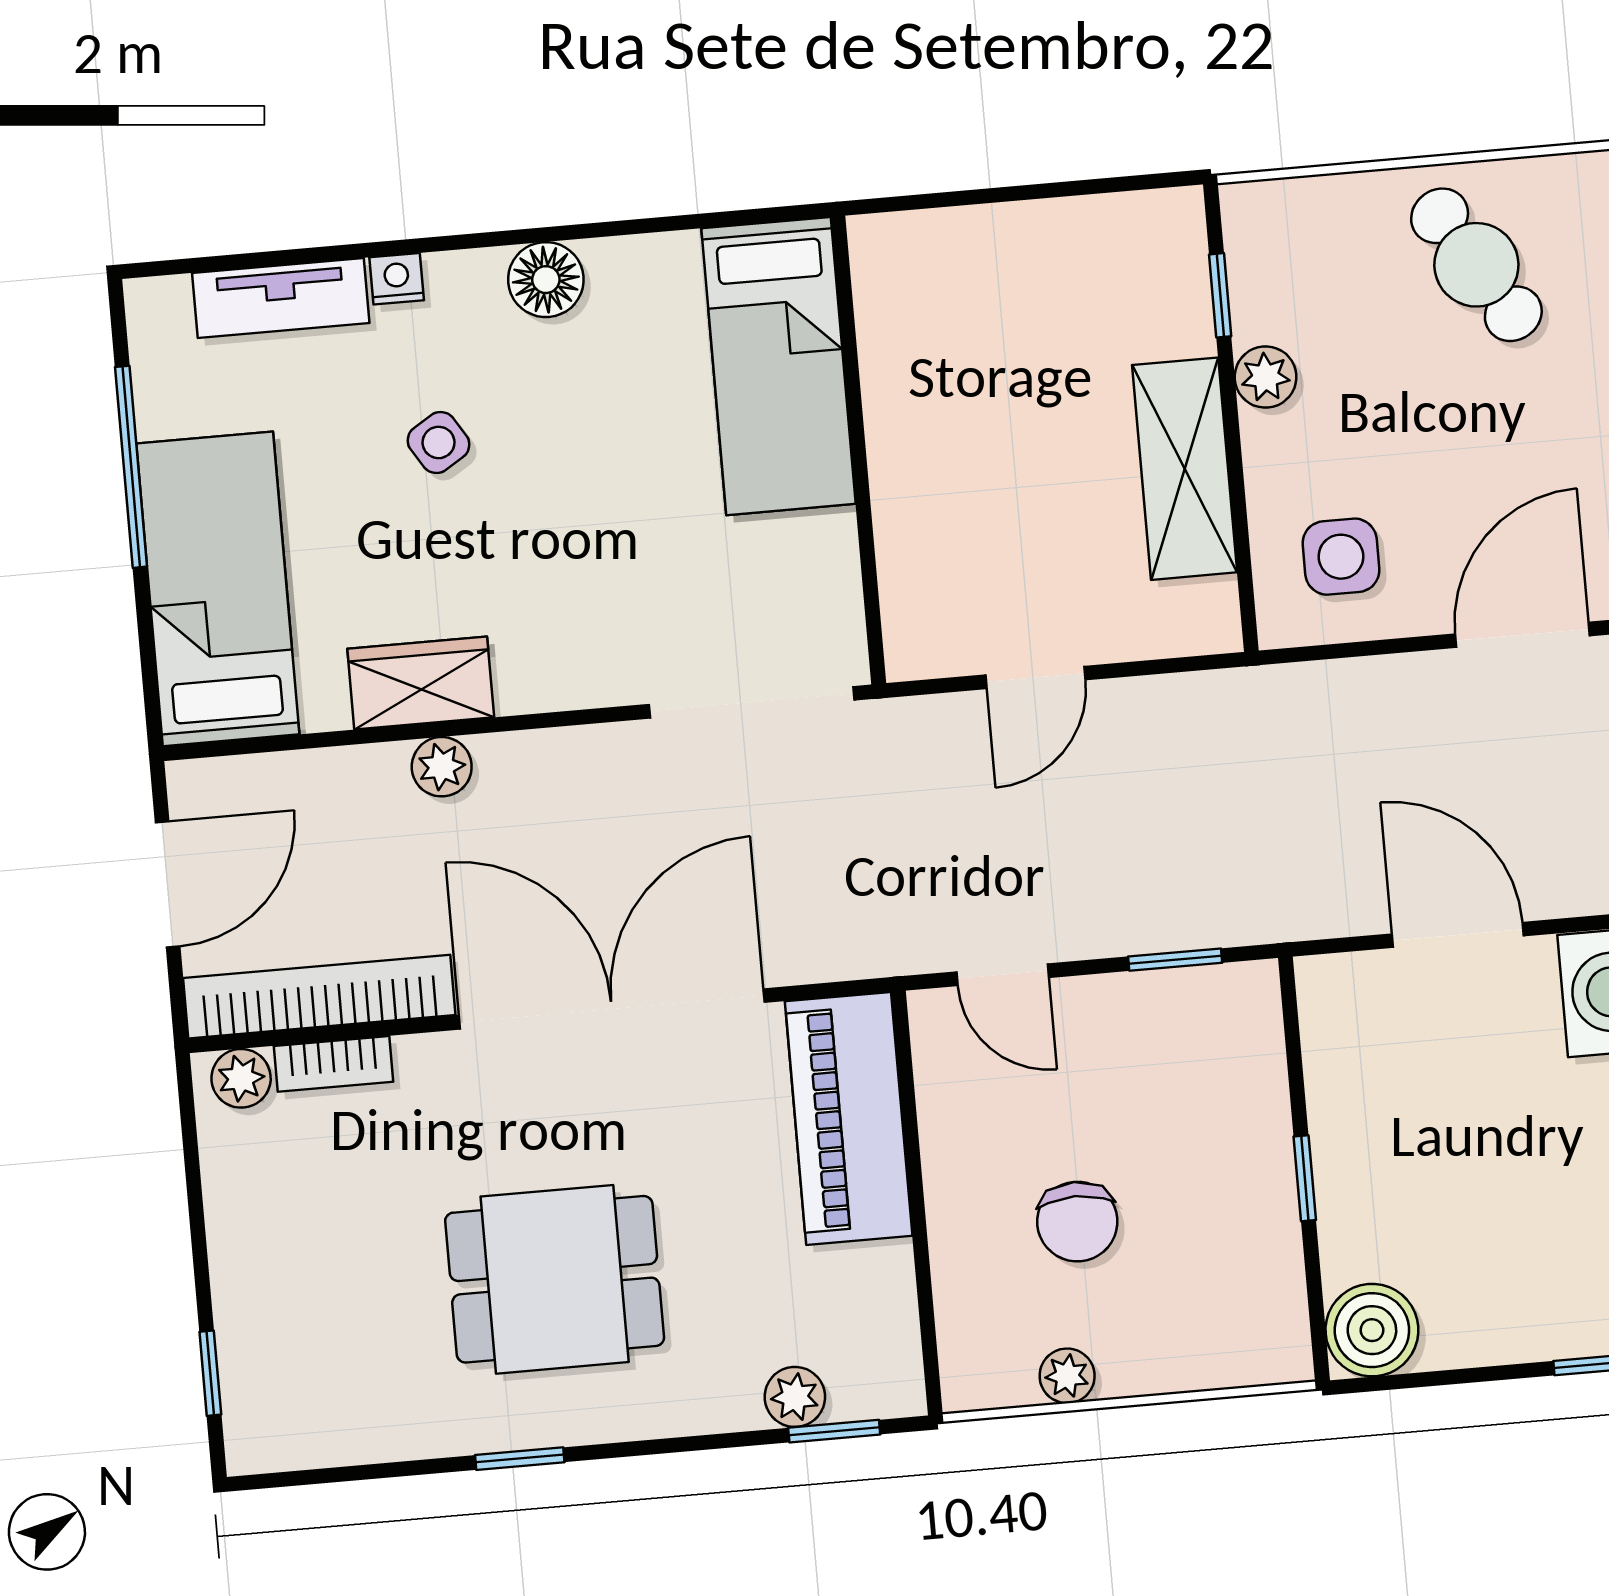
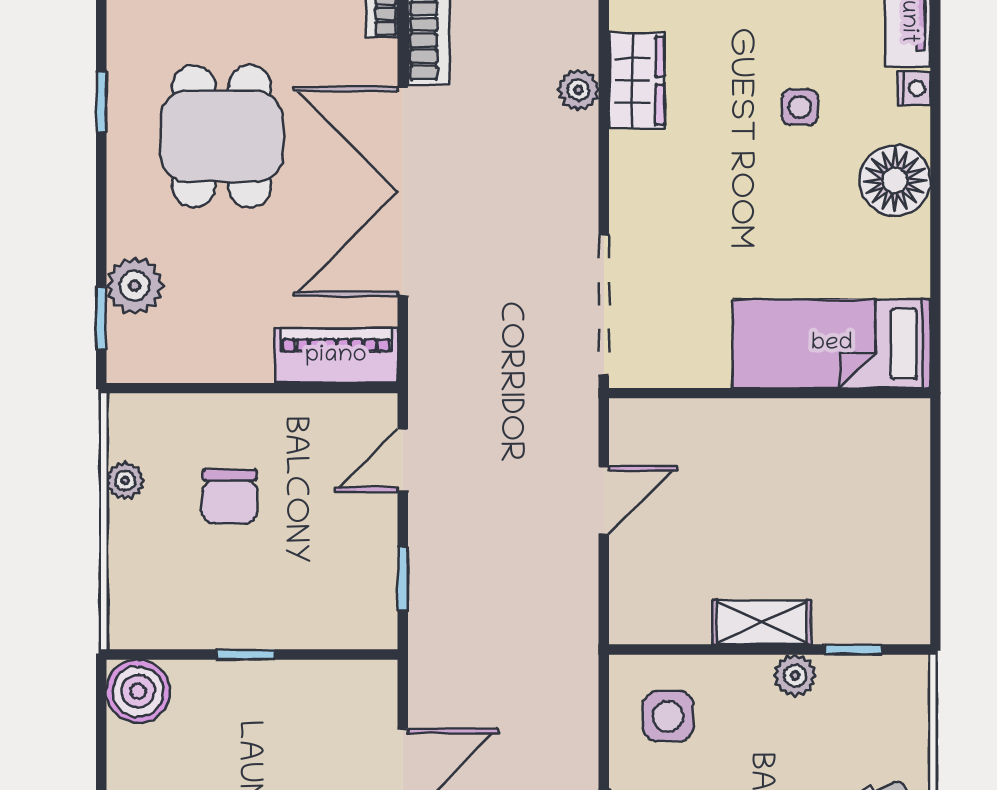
floor lamp: (546, 280) -> (895, 180), width x1.38, depth x1.38
side table: (439, 442) -> (800, 107), turned 32
shelving: (1185, 469) -> (762, 622), width x0.67, depth x0.75
door: (1035, 677) -> (604, 501), swing flipped
double door: (612, 1009) -> (403, 192), swing flipped
piano: (849, 1118) -> (336, 356), width x0.73, depth x0.75
chair: (1077, 1222) -> (230, 497), turned -90
plant: (795, 1397) -> (135, 286), width x1.38, depth x1.38

